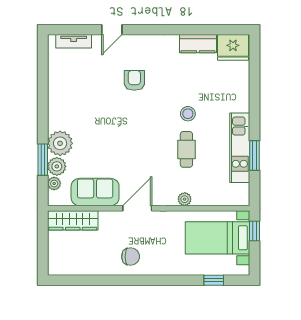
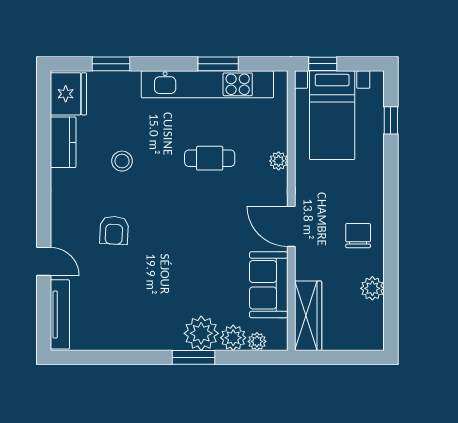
tv unit: (74, 41) -> (60, 314), width x1.41
window: (254, 78) -> (111, 64), added
armchair: (134, 80) -> (114, 230), turned -87
stool: (188, 114) -> (122, 161), moved
kitchen unit: (240, 148) -> (207, 84), width x1.36
window: (43, 160) -> (194, 357), moved
plant: (92, 267) -> (372, 288), added

